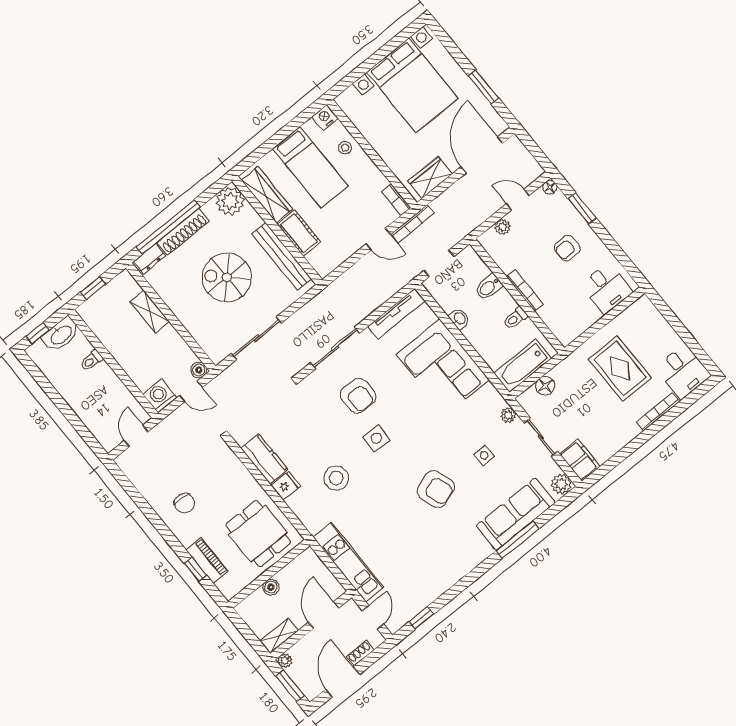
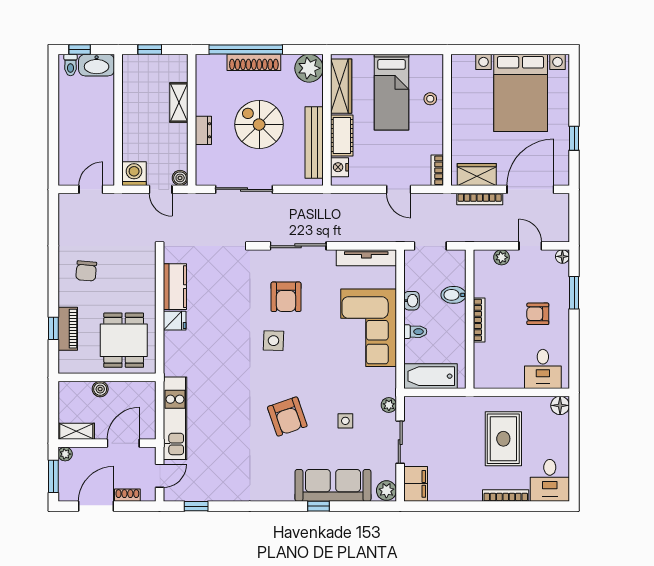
window: (483, 87) -> (574, 138), width x0.67
nightstand: (325, 117) -> (339, 167), moved, turned -90
bookcase: (413, 224) -> (480, 199), moved
dresser: (149, 259) -> (203, 130), moved, turned -90
toilet: (515, 318) -> (415, 332), moved, turned 180
toilet: (91, 361) -> (71, 65), moved, turned -90
floor lamp: (545, 386) -> (560, 405), moved
stool: (336, 478) -> (218, 346), removed
window: (518, 540) -> (318, 506), width x0.46

